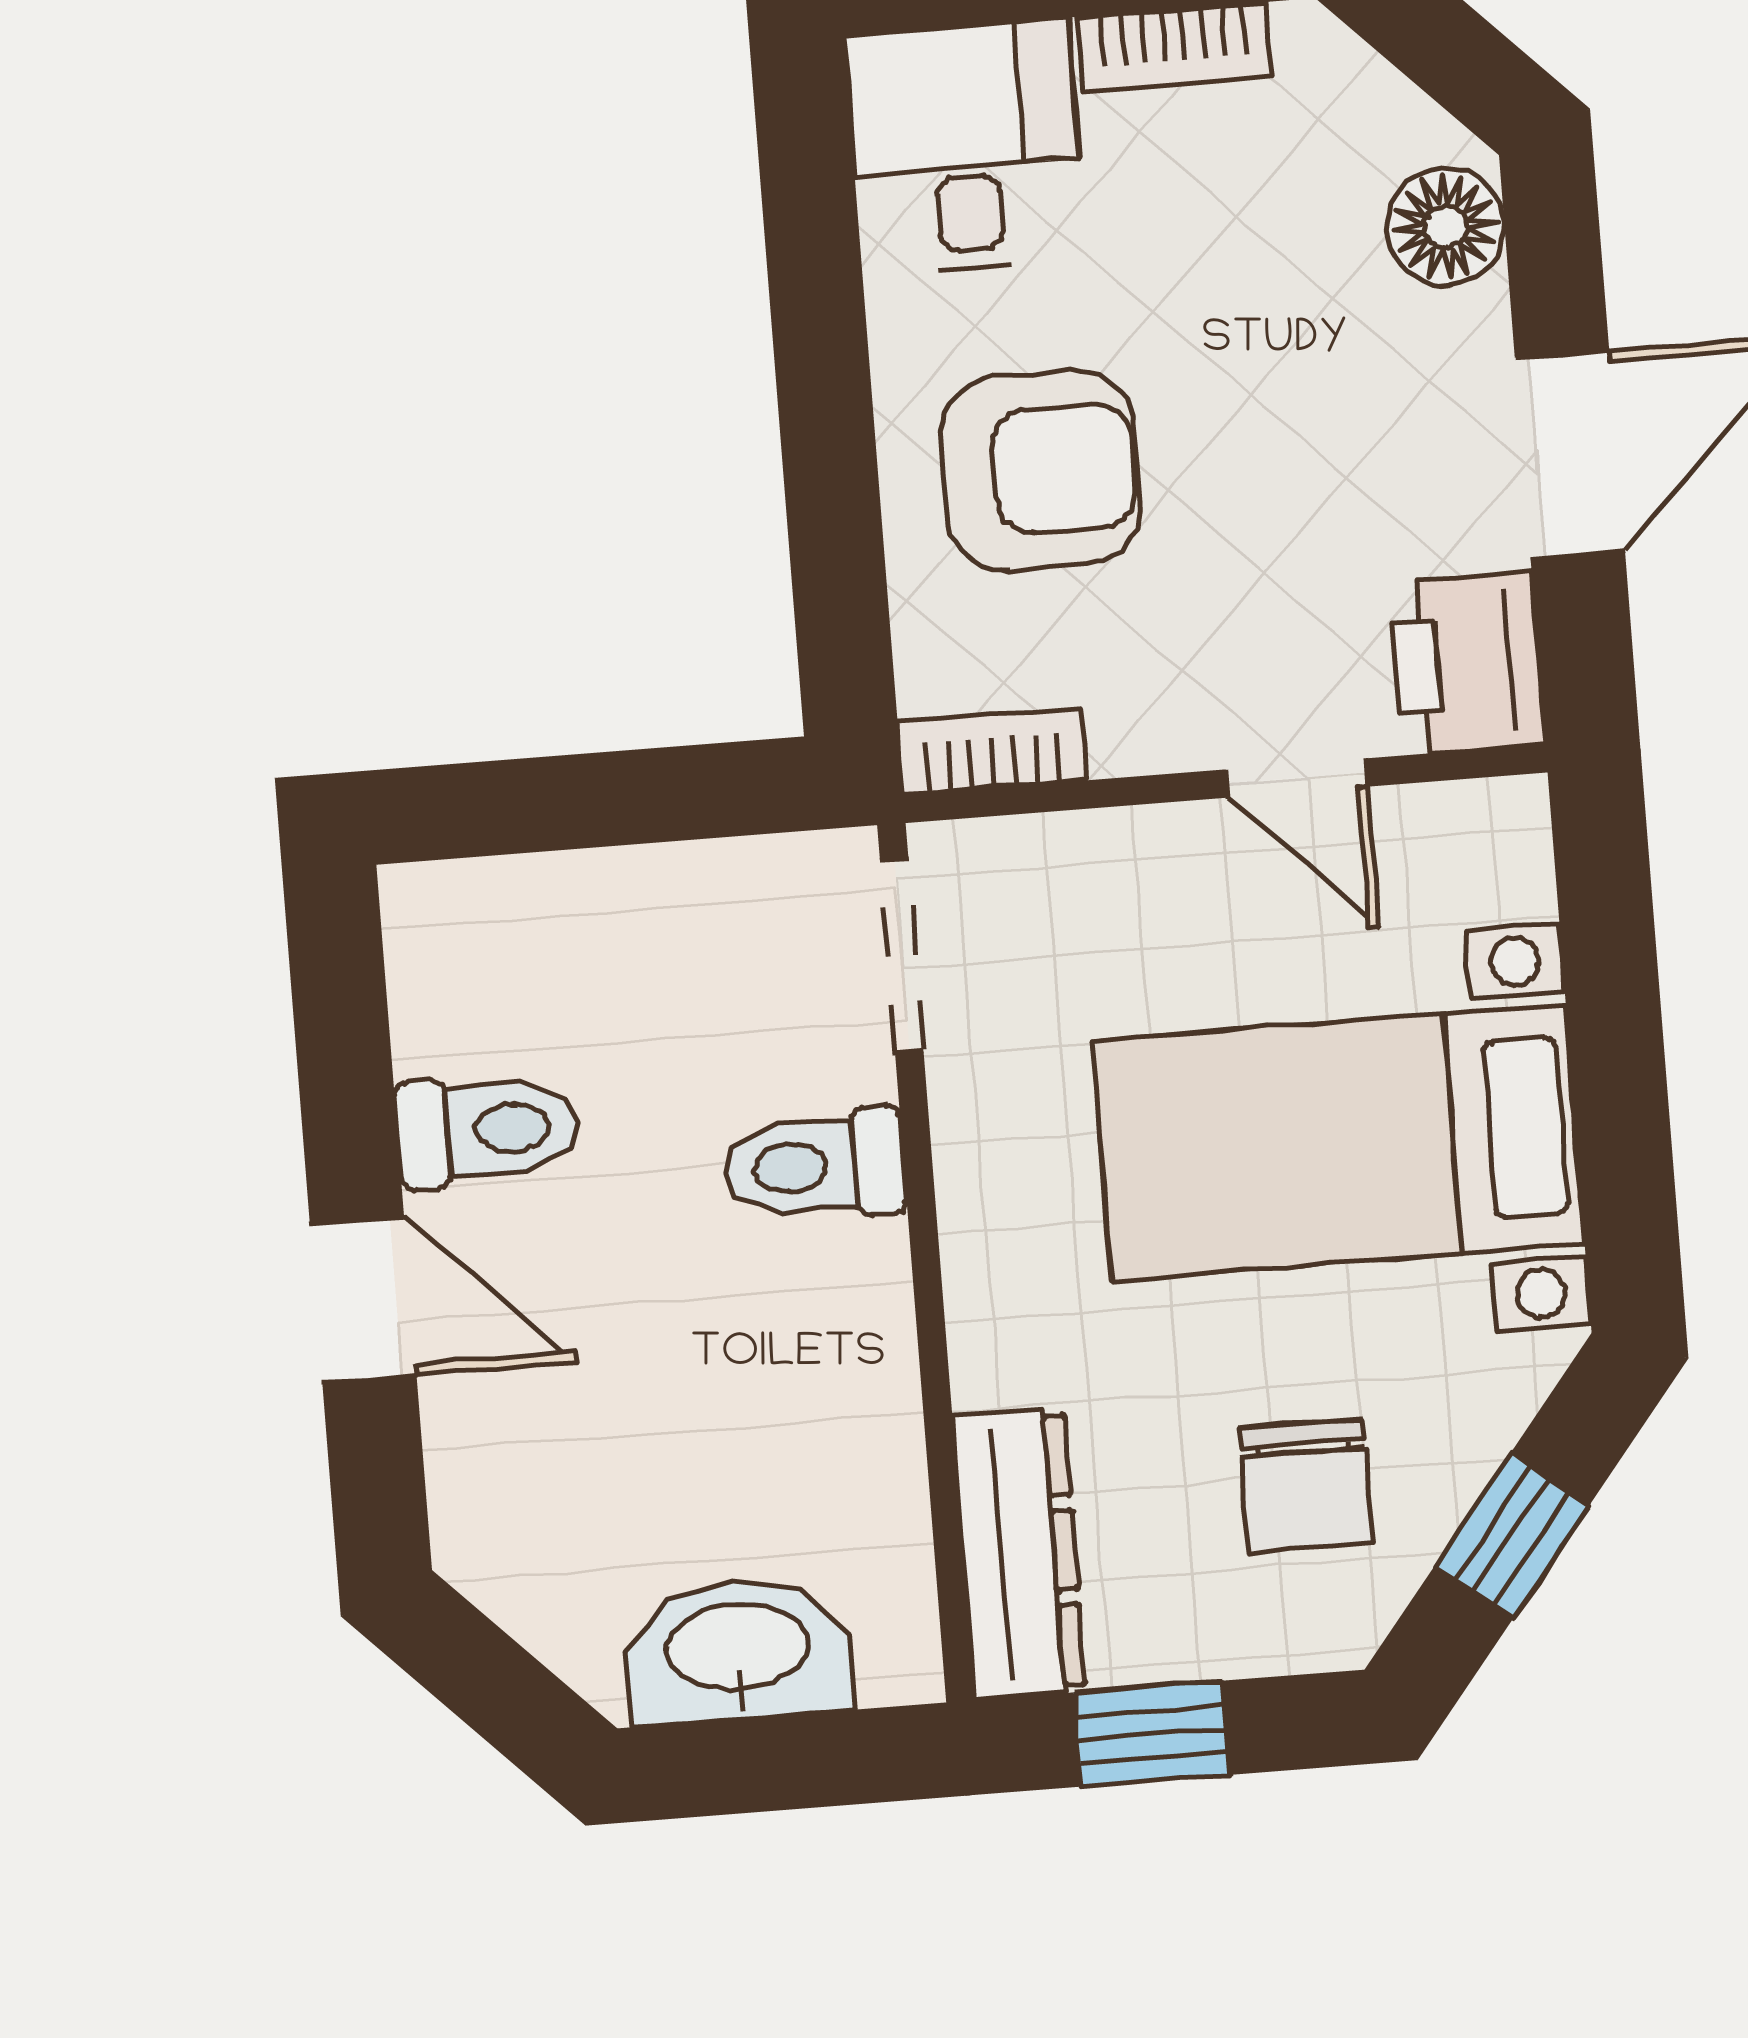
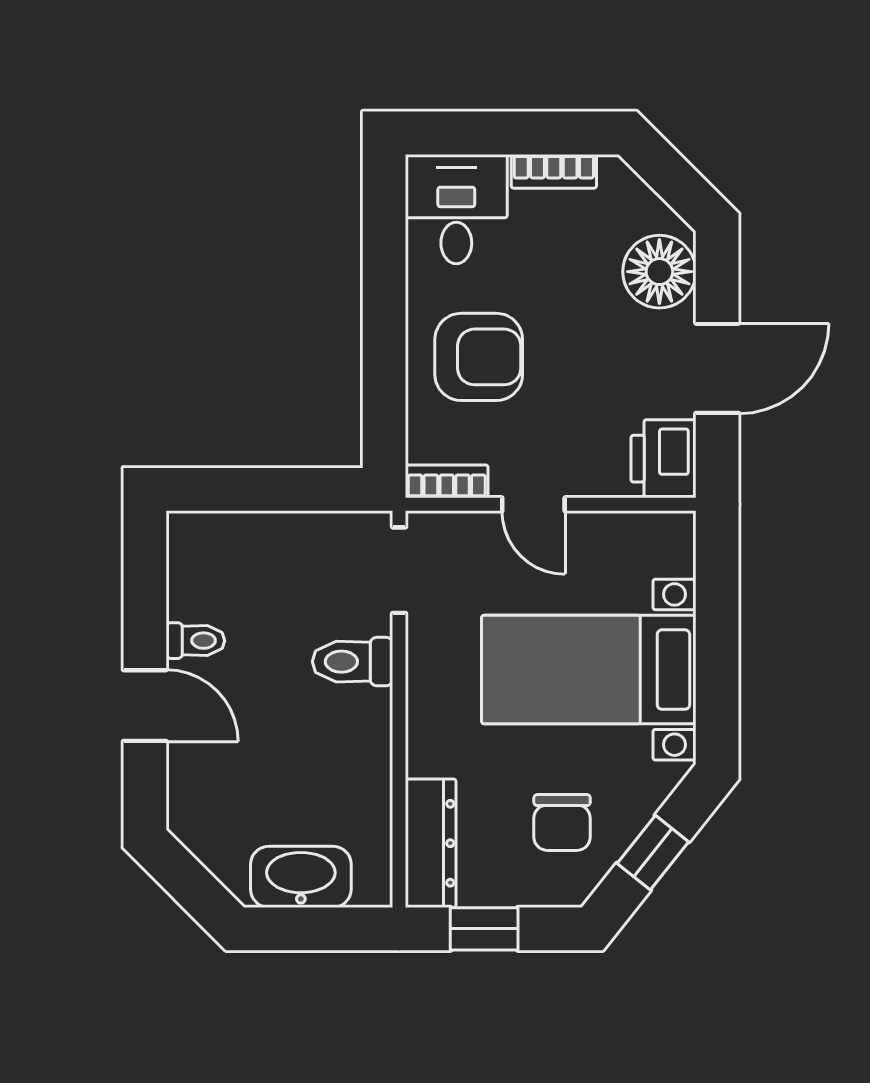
floor lamp: (1446, 227) -> (659, 272), width x1.38, depth x1.38
door: (1297, 778) -> (533, 504), moved
toilet: (487, 1130) -> (195, 641), width x0.73, depth x0.72

